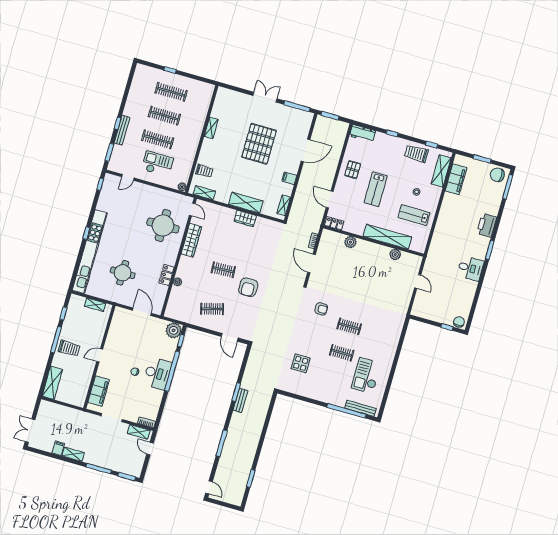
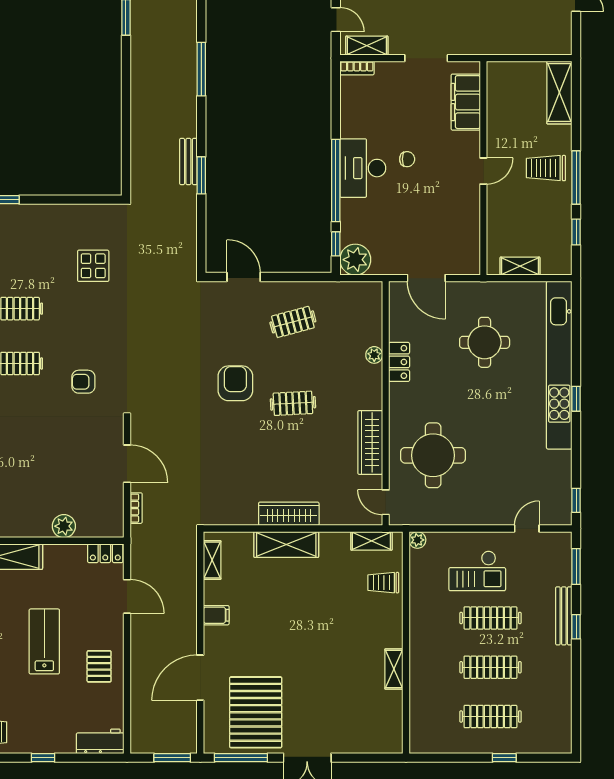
pallet: (259, 144) -> (256, 712), moved
wardrobe: (245, 218) -> (289, 514), width x1.50

